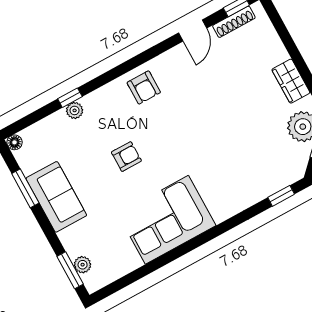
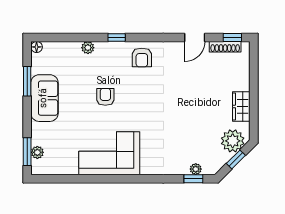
window: (70, 98) -> (117, 38), moved
armchair: (126, 157) -> (105, 97), turned -90
plant: (278, 183) -> (196, 169), added

